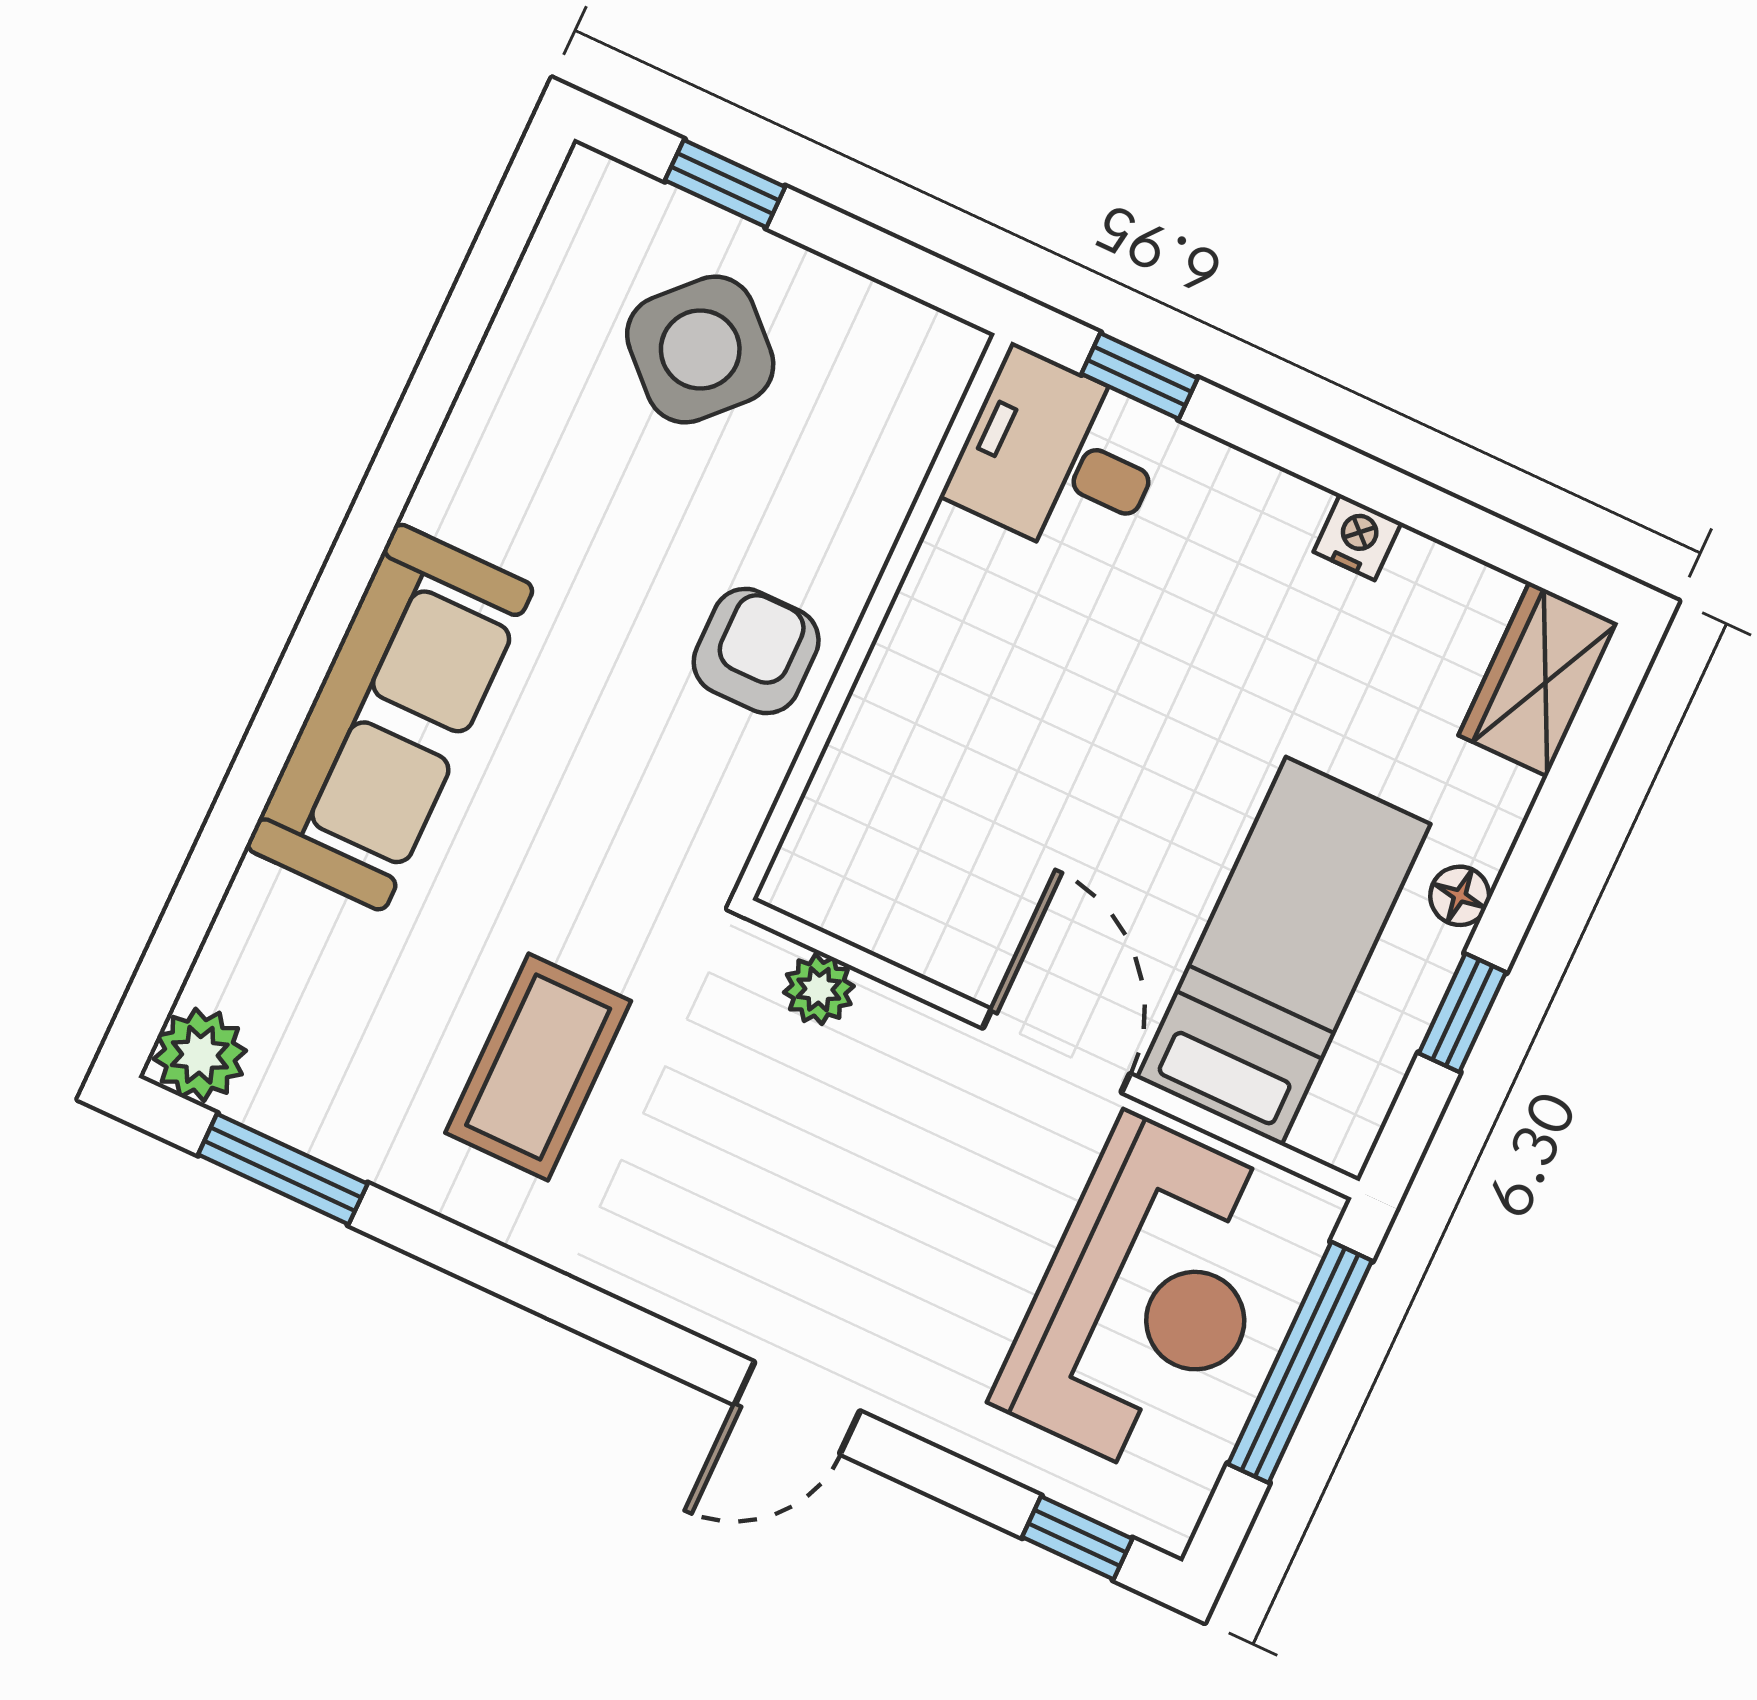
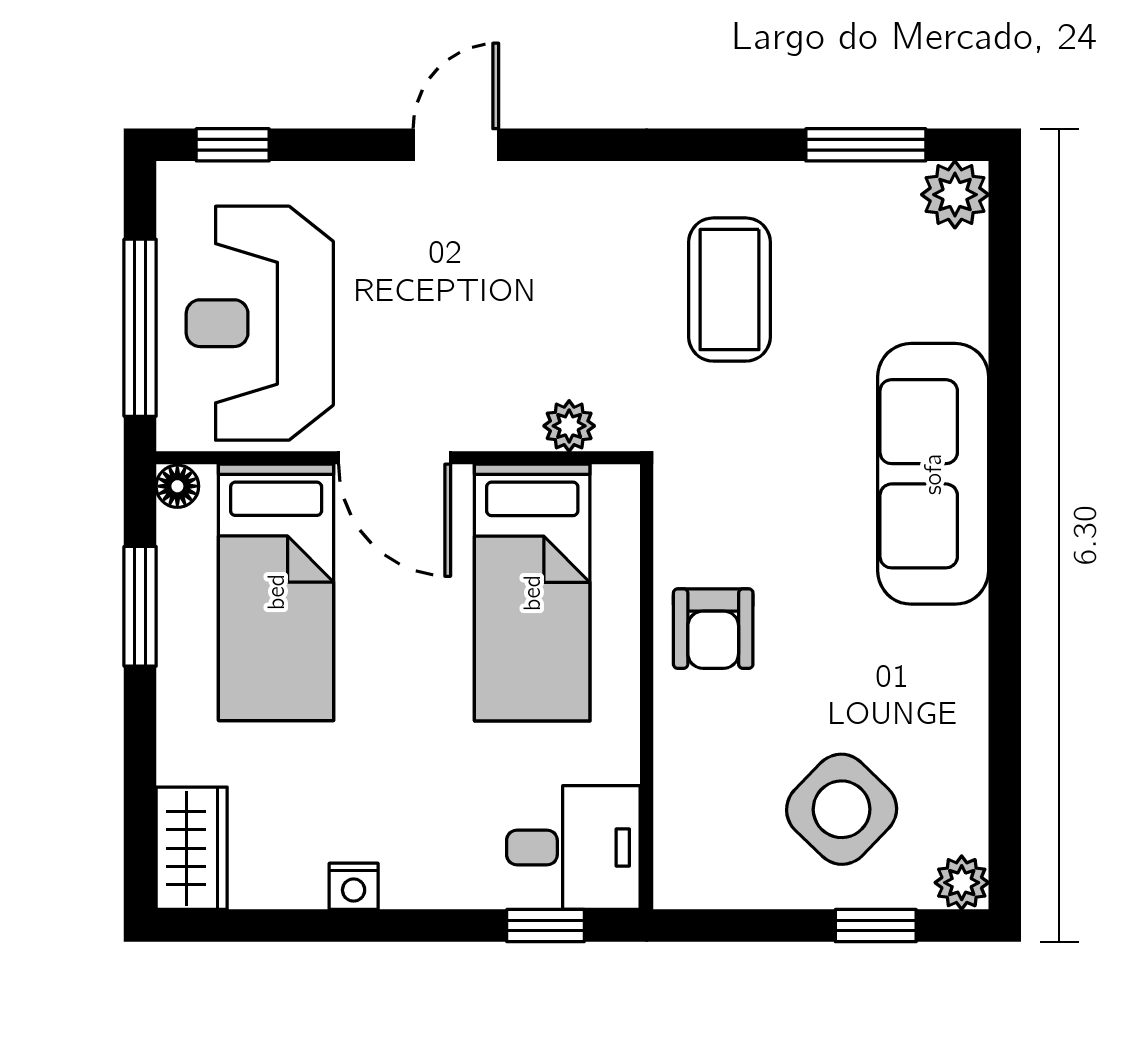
plant: (592, 187) -> (962, 883), added
bed: (962, 802) -> (532, 593), added
floor lamp: (1460, 896) -> (177, 486), moved
window: (1462, 1013) -> (140, 606), width x1.50

